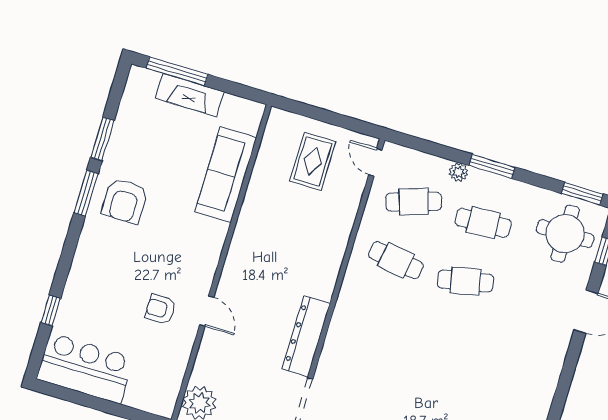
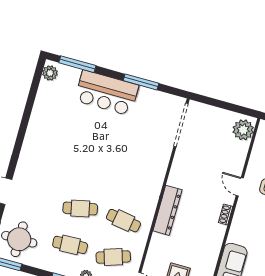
shoe rack: (231, 267) -> (226, 215), added
dresser: (306, 336) -> (167, 210), moved

